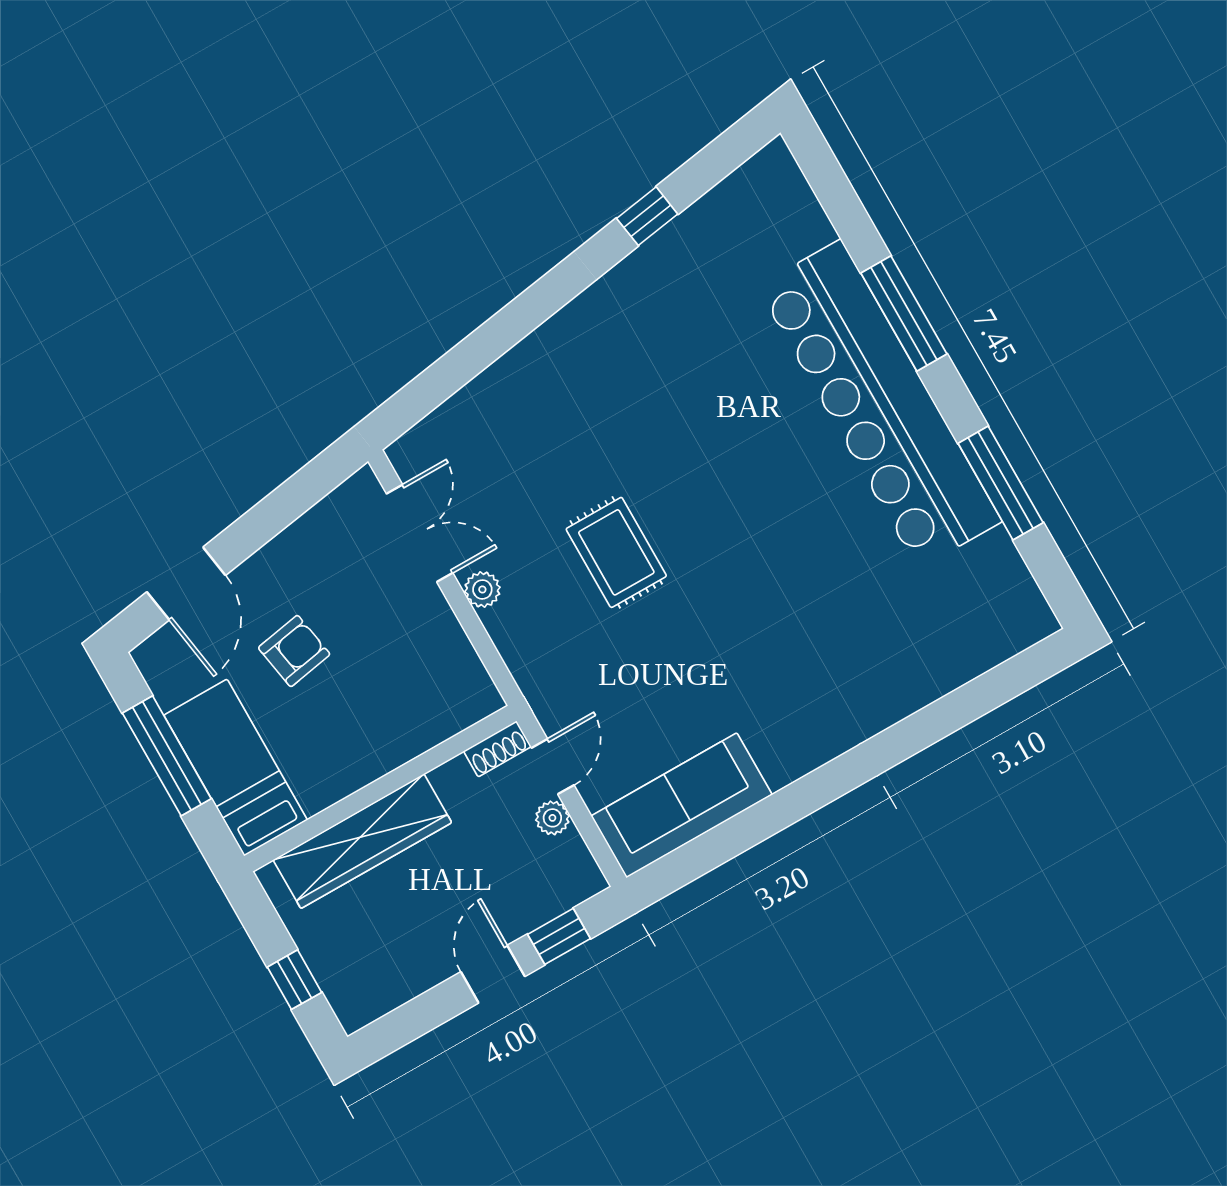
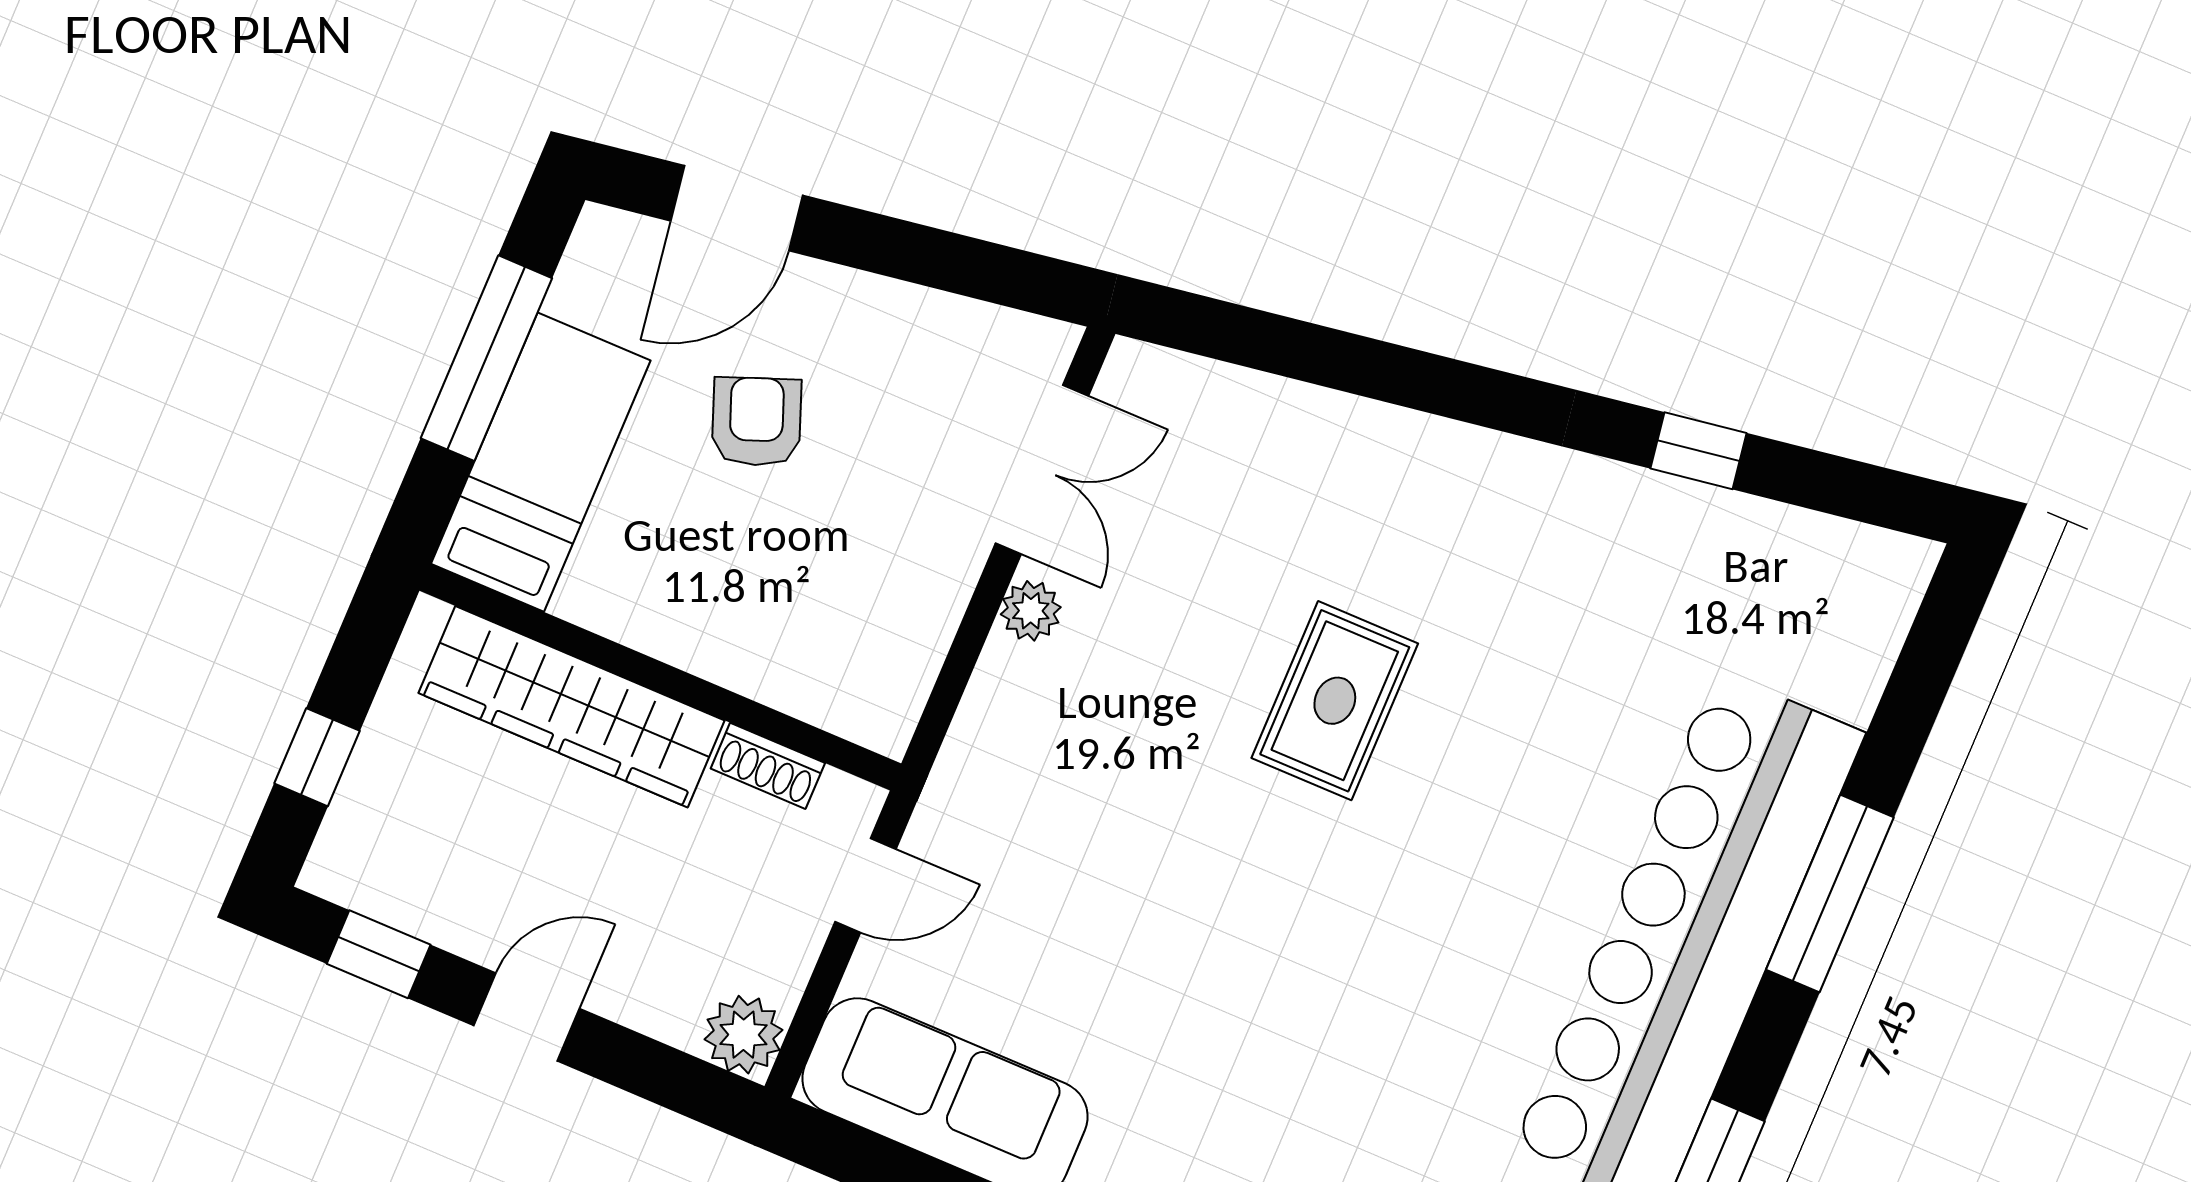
rug: (616, 552) -> (1335, 701), moved
armchair: (294, 651) -> (757, 422), turned -101
shoe rack: (497, 749) -> (768, 766), moved
plant: (552, 818) -> (744, 1035), moved, width x1.38, depth x1.38
window: (559, 936) -> (379, 954), moved

